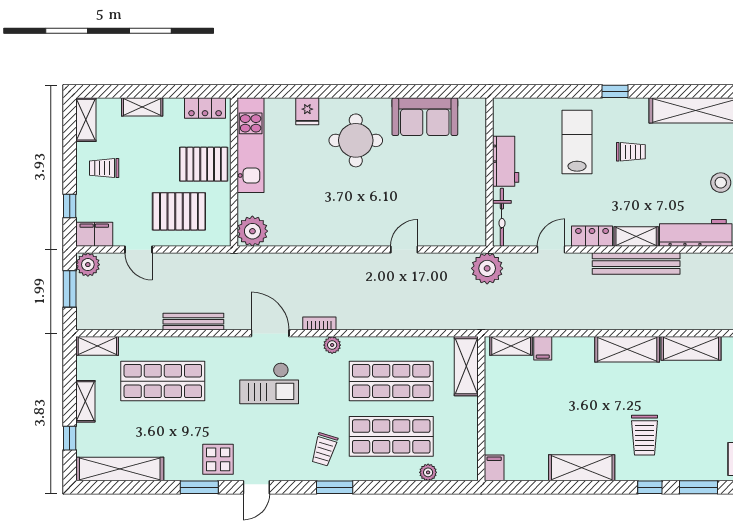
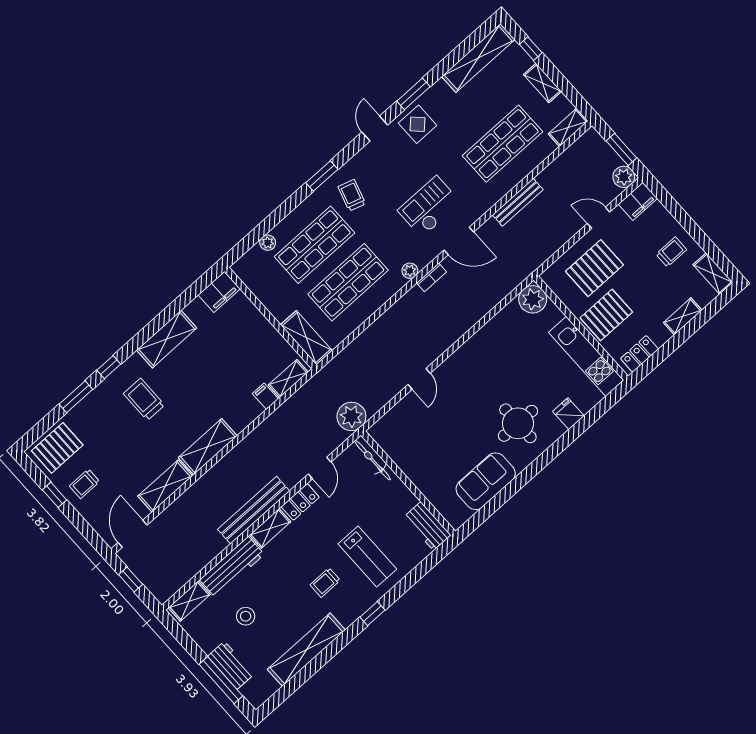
workbench: (506, 161) -> (427, 526), moved
window: (70, 206) -> (672, 205), removed
filing cabinet: (494, 468) -> (219, 292), width x2.00

